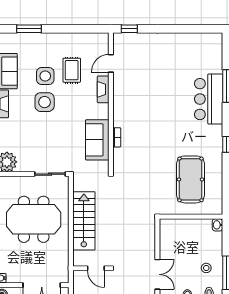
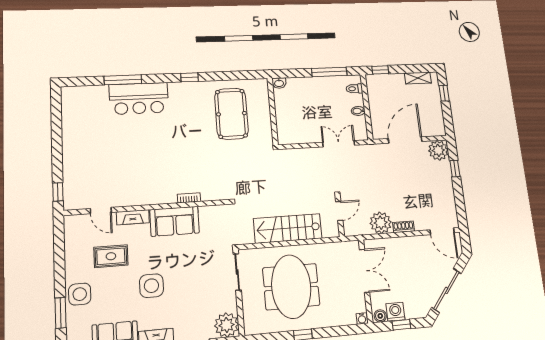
side table: (45, 76) -> (80, 294), moved
sofa: (97, 140) -> (175, 221), moved
pool table: (190, 179) -> (231, 114), turned 90
stool: (206, 268) -> (326, 93), removed

